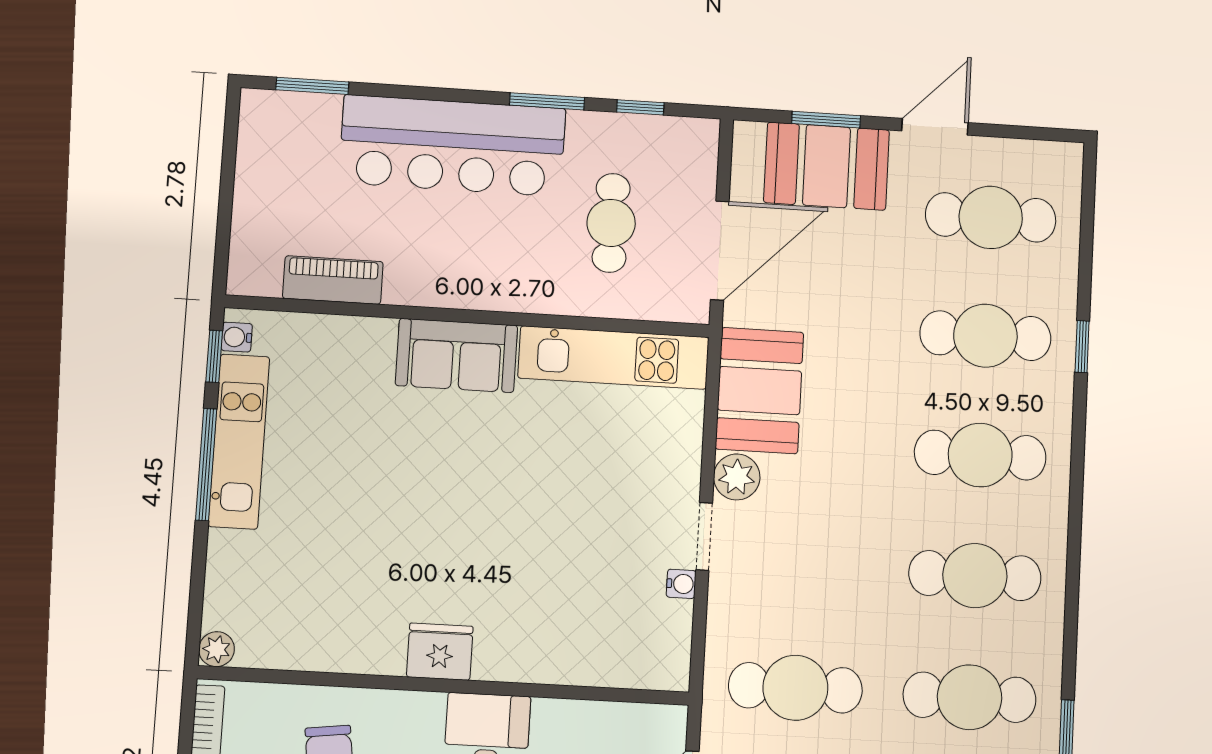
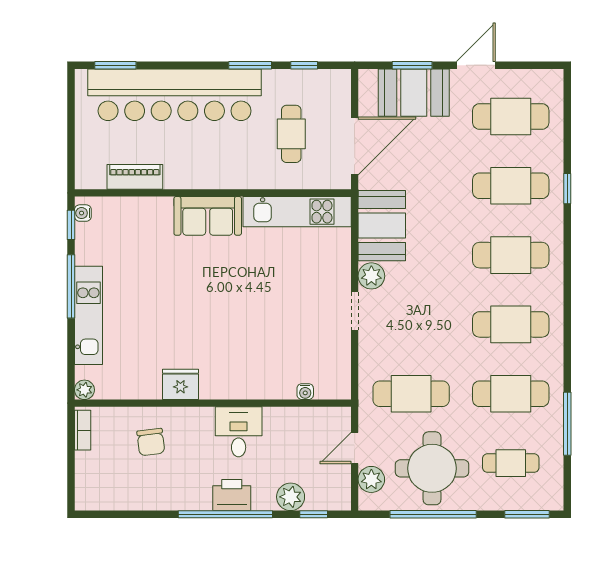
bar counter: (452, 146) -> (175, 95), width x1.36
kitchen unit: (239, 442) -> (88, 315), moved
water cooler: (681, 584) -> (305, 392), moved, turned 90
fridge: (440, 652) -> (180, 384), moved

